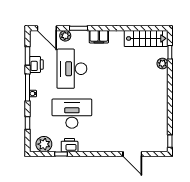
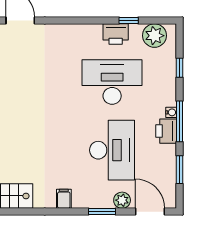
filing cabinet: (99, 37) -> (64, 199), width x0.50
printer: (36, 64) -> (166, 131), moved
desk: (72, 114) -> (112, 82), turned 180

